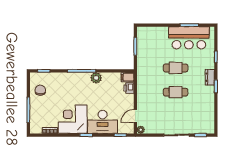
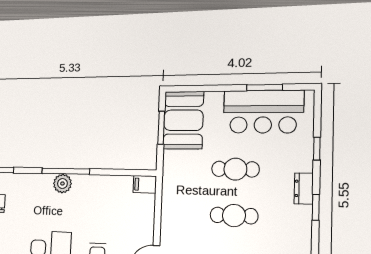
booth: (147, 42) -> (183, 120), added
plant: (96, 78) -> (62, 184), moved
printer: (129, 88) -> (146, 205), removed

